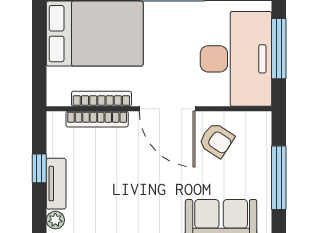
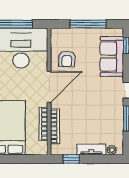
armchair: (217, 140) -> (67, 59), turned 149
window: (39, 168) -> (71, 159), moved

